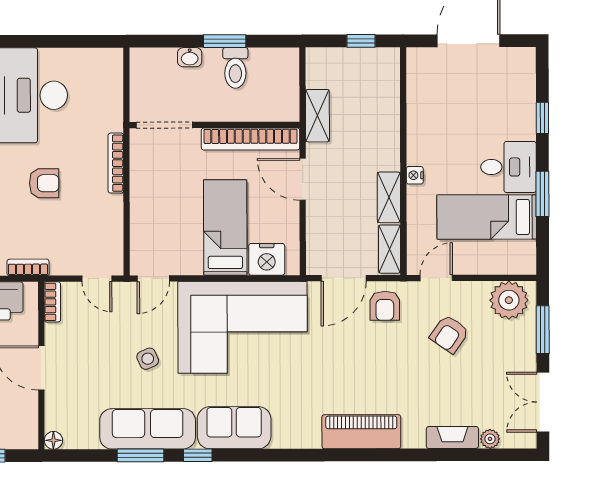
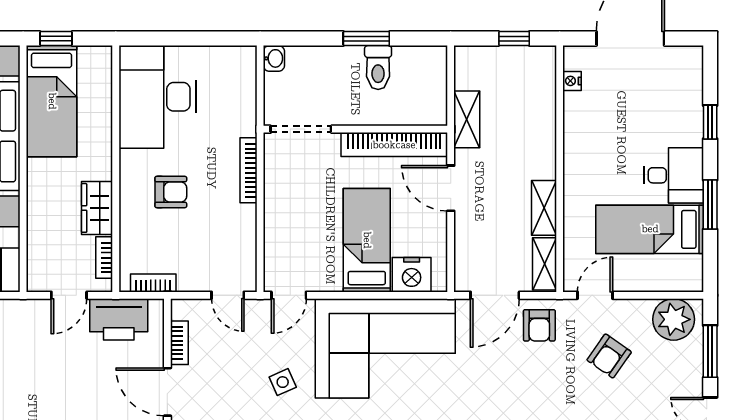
washbasin: (190, 57) -> (274, 58), moved, turned -90
nightstand: (415, 175) -> (572, 81), moved
bookcase: (52, 302) -> (179, 343), moved

